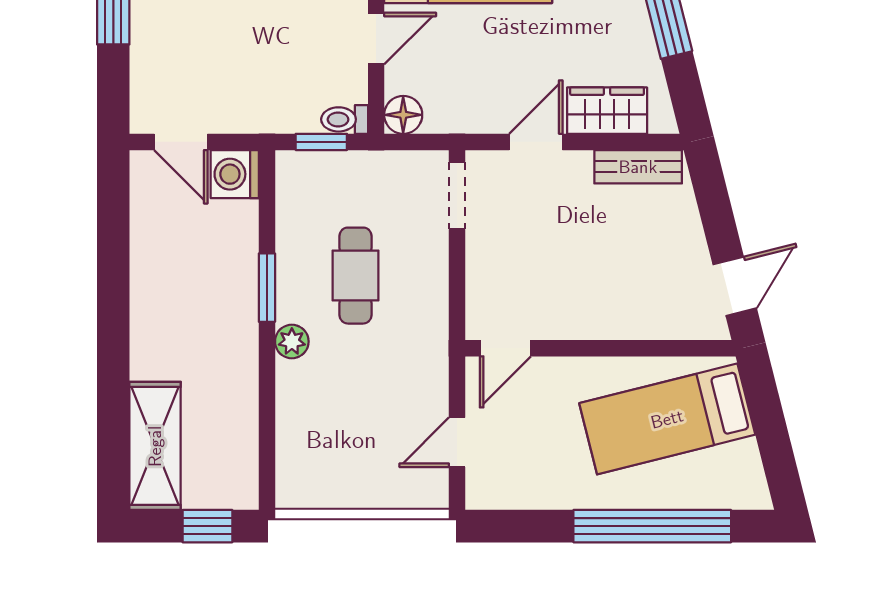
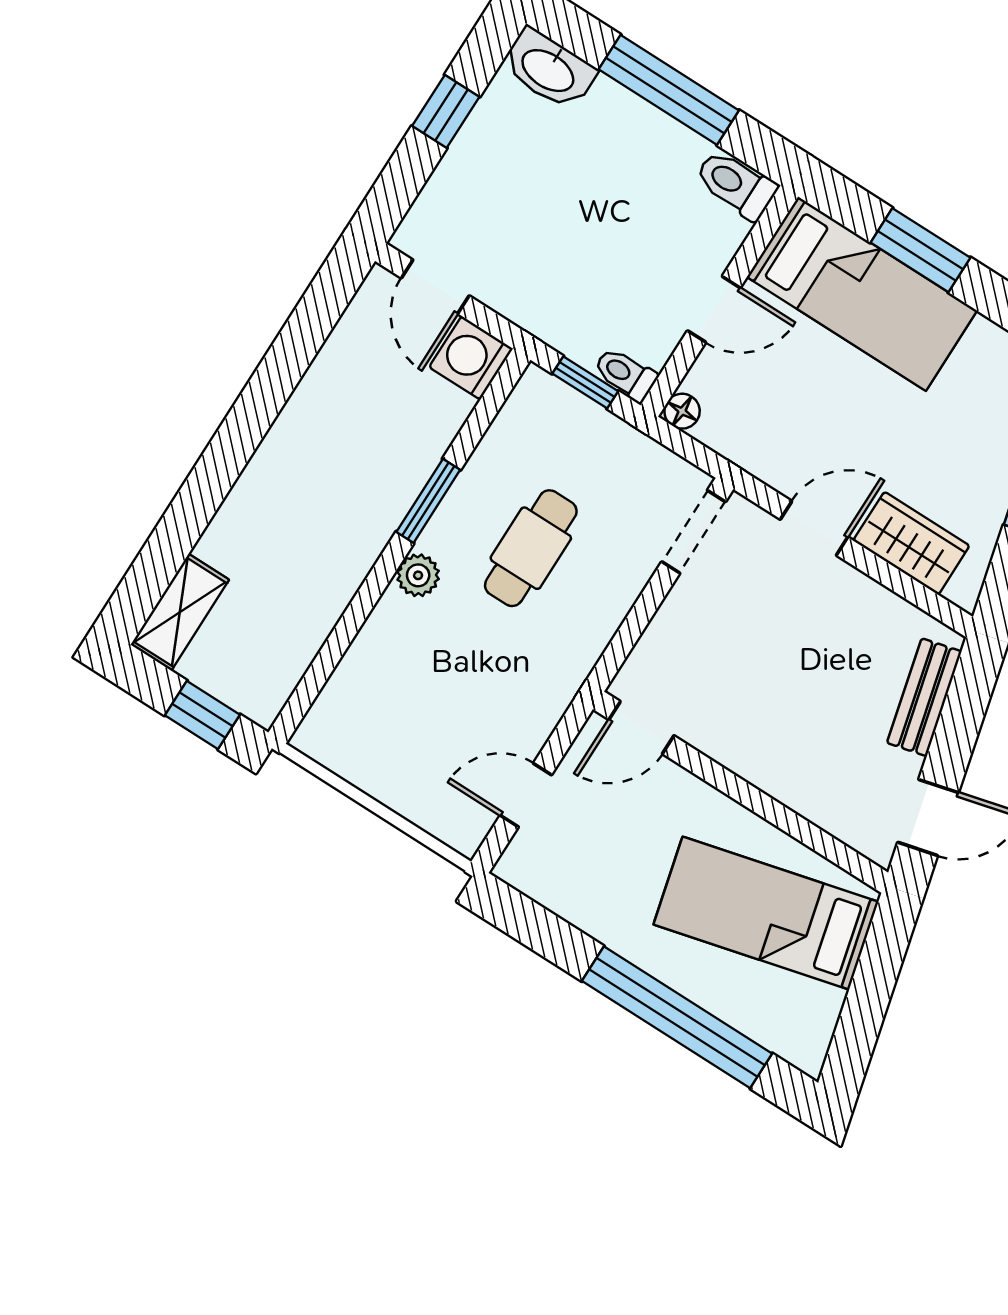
floor lamp: (403, 115) -> (682, 411), width x0.73, depth x0.73
bench: (638, 167) -> (924, 697), moved, turned 76
shelving: (155, 446) -> (180, 612), width x0.67, depth x0.75

